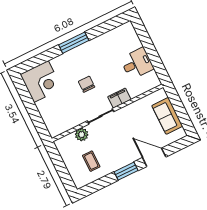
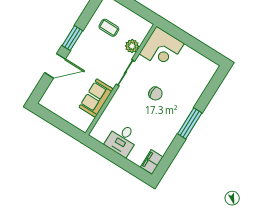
corner desk: (41, 82) -> (162, 49), moved, turned -90
filing cabinet: (119, 98) -> (152, 162), moved, turned 180
sofa: (167, 116) -> (96, 98), moved, turned -90

